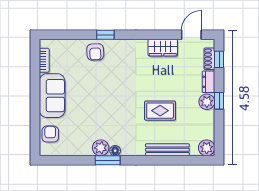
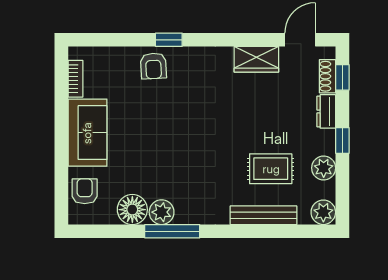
plant: (207, 102) -> (324, 168), moved
rug: (160, 111) -> (271, 169), moved
floor lamp: (115, 151) -> (132, 210), moved, width x1.89, depth x1.89
window: (108, 160) -> (172, 231), width x1.44

